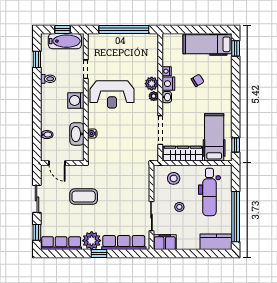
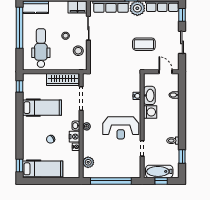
plant: (152, 84) -> (88, 162), moved
reception desk: (112, 94) -> (121, 128), turned 180
washing machine: (76, 100) -> (150, 112), moved
hospital bed: (214, 137) -> (42, 108), moved, turned -90
stool: (174, 178) -> (78, 51), moved

